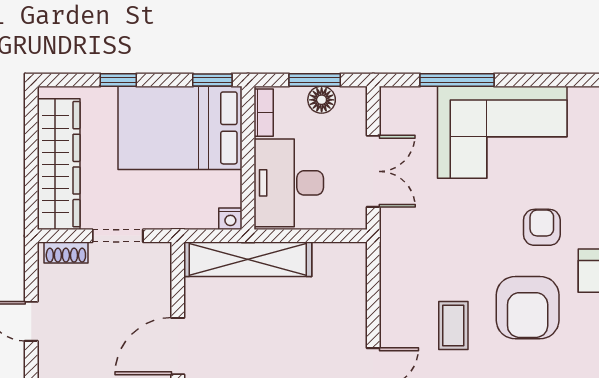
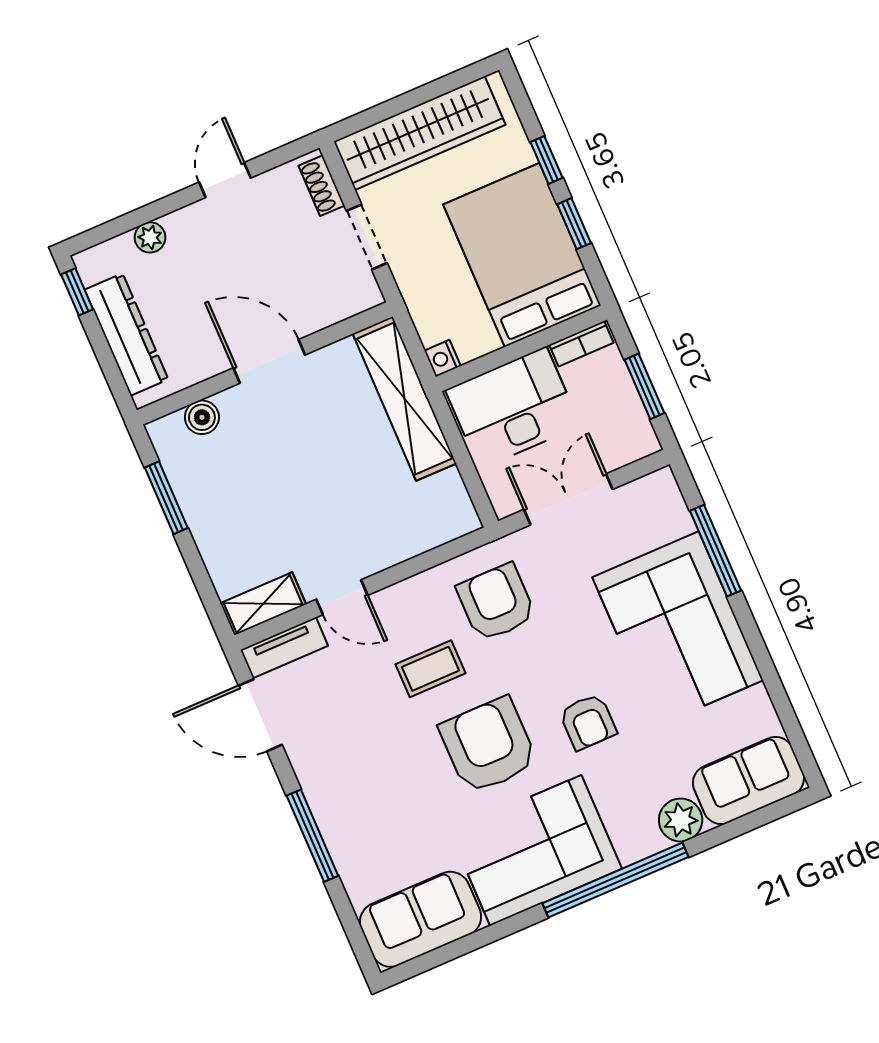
window: (212, 80) -> (574, 224), moved
floor lamp: (322, 100) -> (625, 404), removed
double door: (373, 171) -> (568, 499), swing flipped
armchair: (542, 227) -> (588, 722), turned 90
armchair: (426, 257) -> (496, 602), added
armchair: (528, 308) -> (488, 745), turned 90

